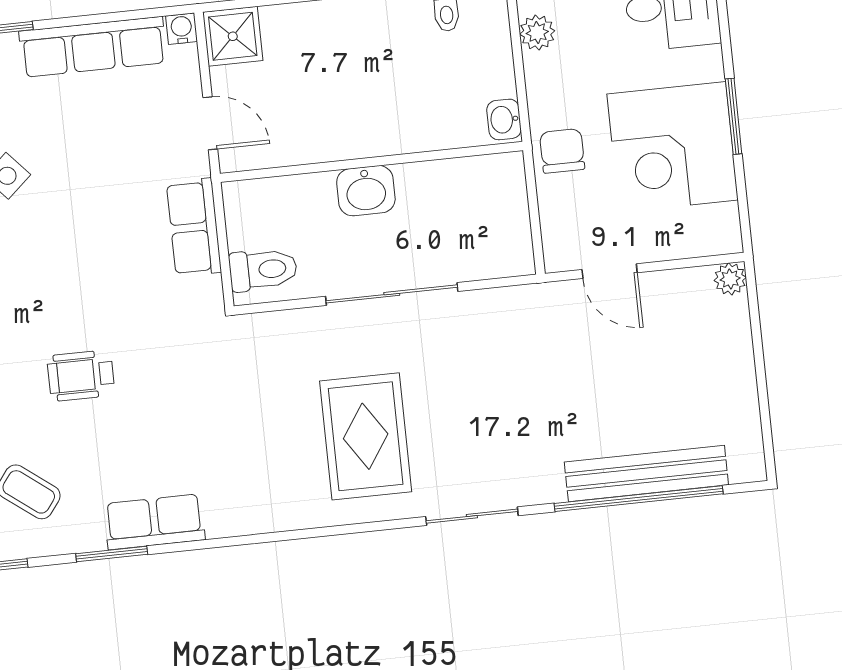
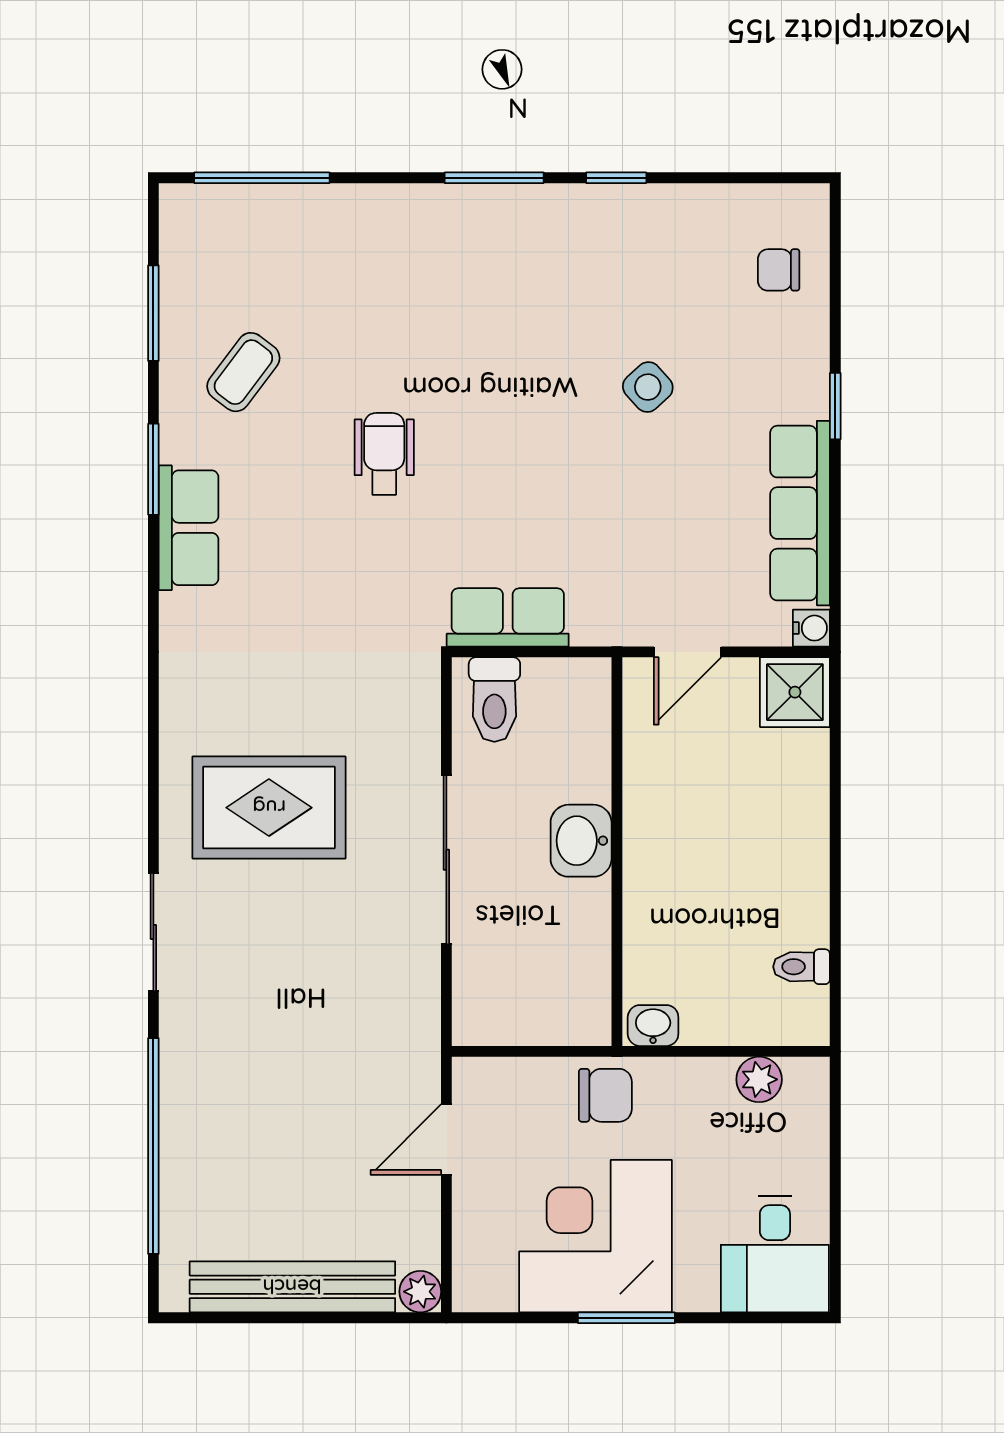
row of seats: (194, 227) -> (508, 617), moved
bench: (646, 473) -> (292, 1287), moved, turned 90

